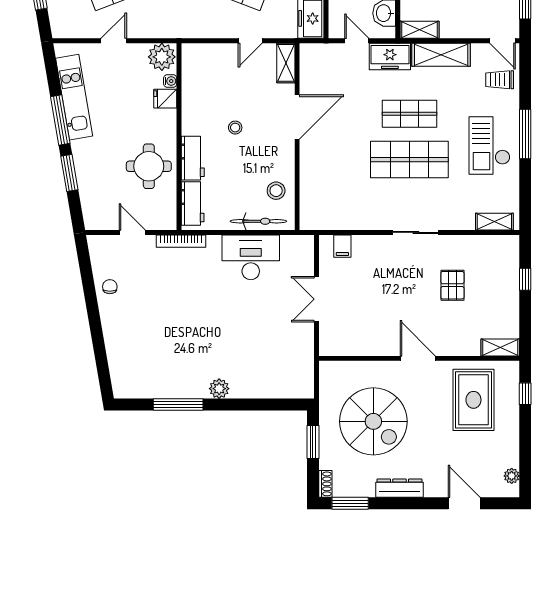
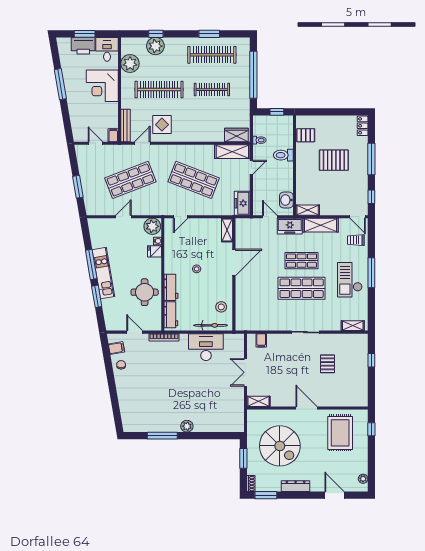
door: (250, 41) -> (181, 217), moved
kitchen unit: (74, 97) -> (103, 273), moved
filing cabinet: (102, 259) -> (116, 348), added
shelving: (500, 347) -> (258, 401), moved

